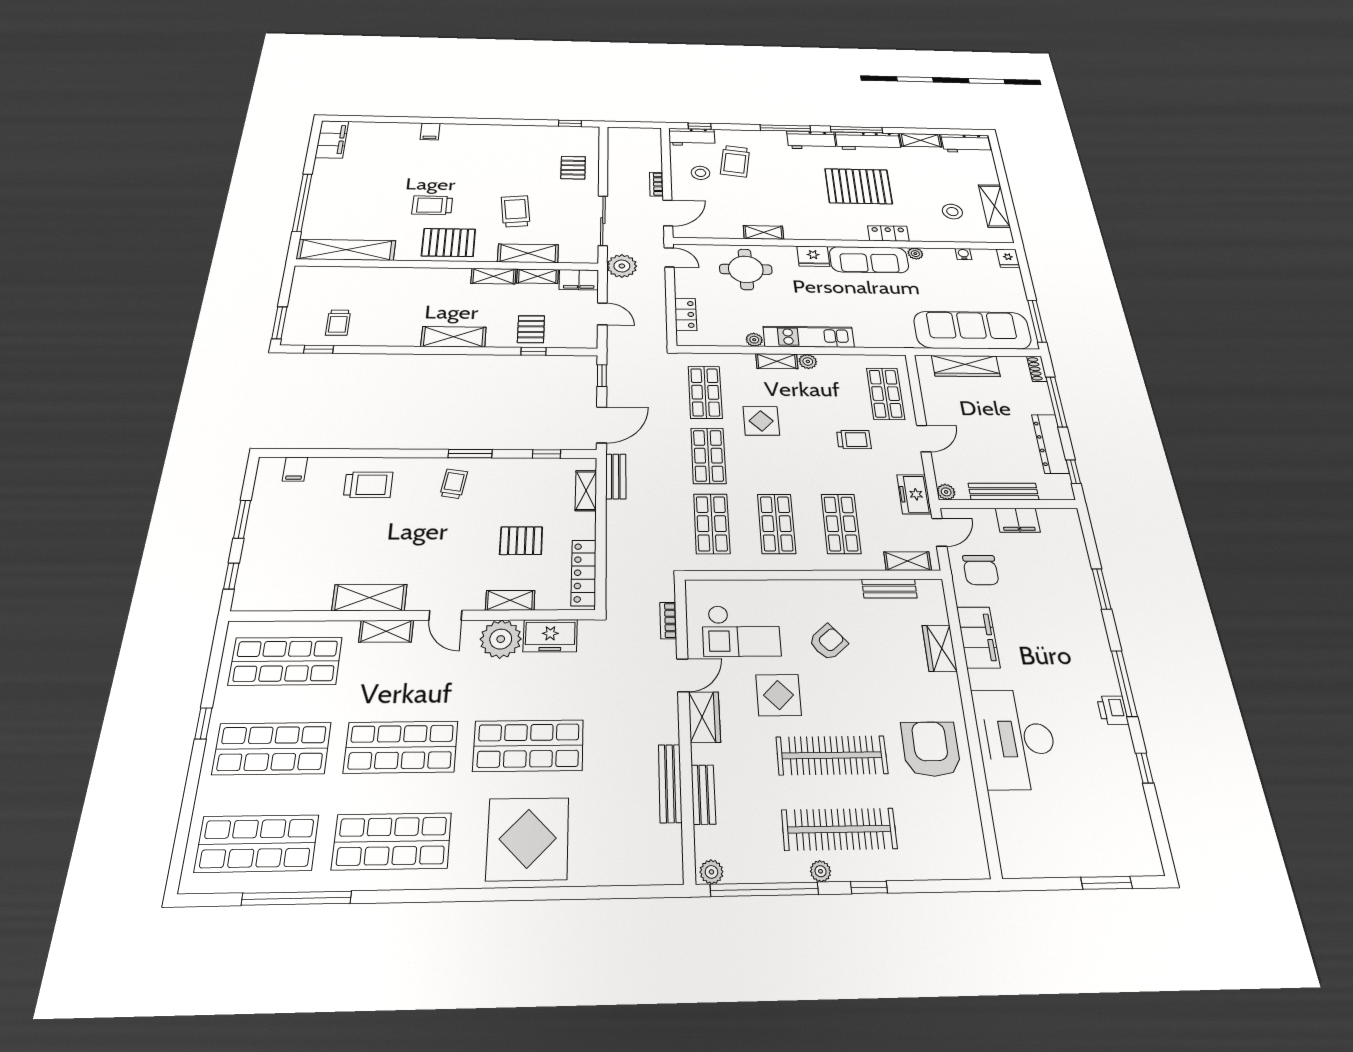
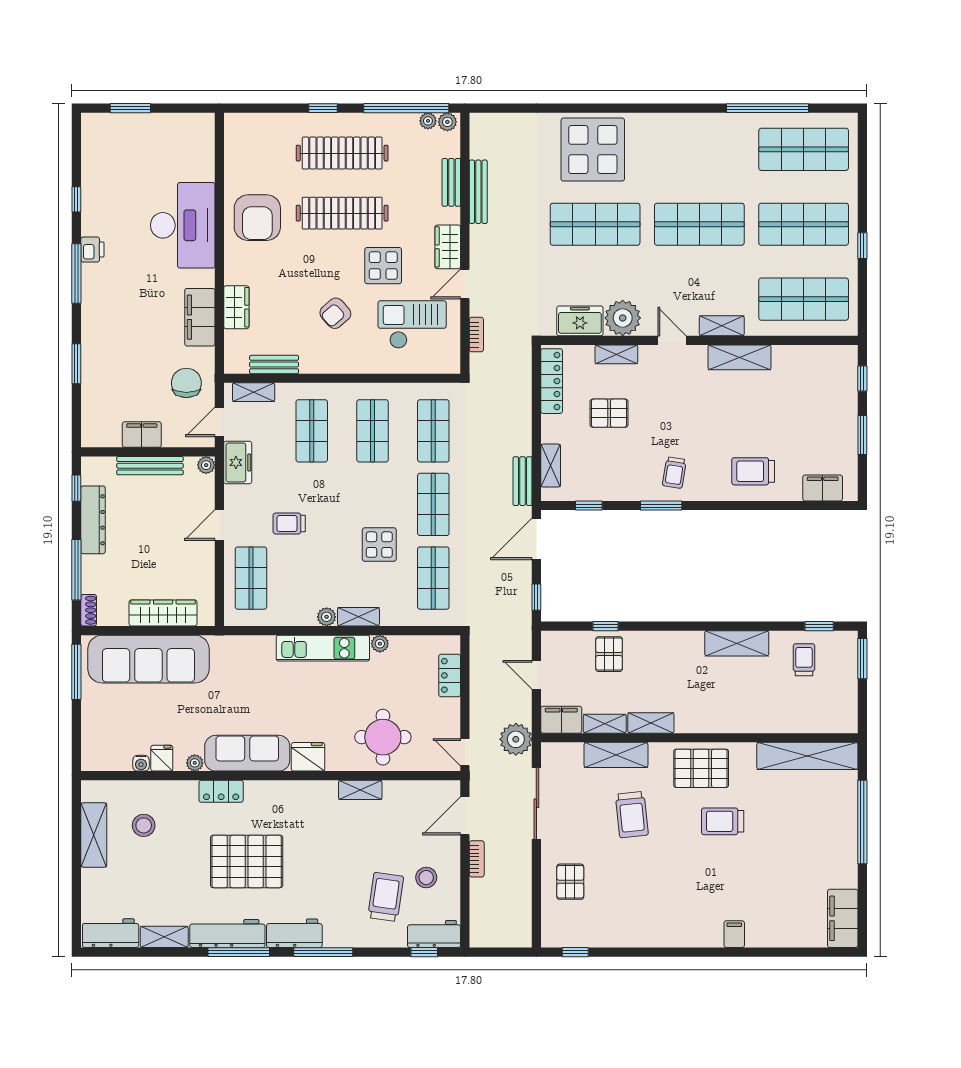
trolley: (432, 205) -> (723, 821), turned 180
fridge: (1008, 258) -> (162, 758), moved
shelving: (454, 337) -> (737, 643), moved
filing cabinet: (295, 469) -> (823, 488), width x2.00
shop shelf: (392, 841) -> (699, 149), removed
plant: (821, 871) -> (428, 121), moved

